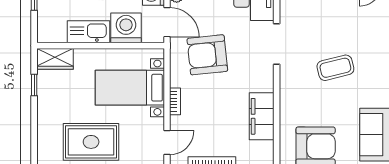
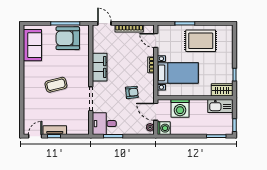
kitchen sink: (88, 32) -> (220, 106), moved
armchair: (207, 55) -> (132, 92), width x0.53, depth x0.53
filing cabinet: (262, 116) -> (100, 67), moved
door: (167, 143) -> (156, 40), hinge flipped

